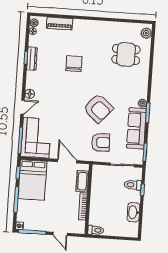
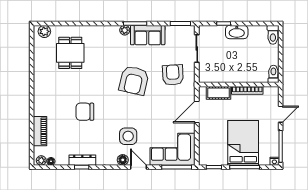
side table: (50, 100) -> (128, 136), added
armchair: (98, 108) -> (134, 80), turned 152
sofa: (136, 128) -> (148, 35), width x0.73
bed: (32, 180) -> (243, 143), moved, turned -90
toilet: (133, 185) -> (273, 35), moved
washbasin: (133, 212) -> (237, 32), moved

